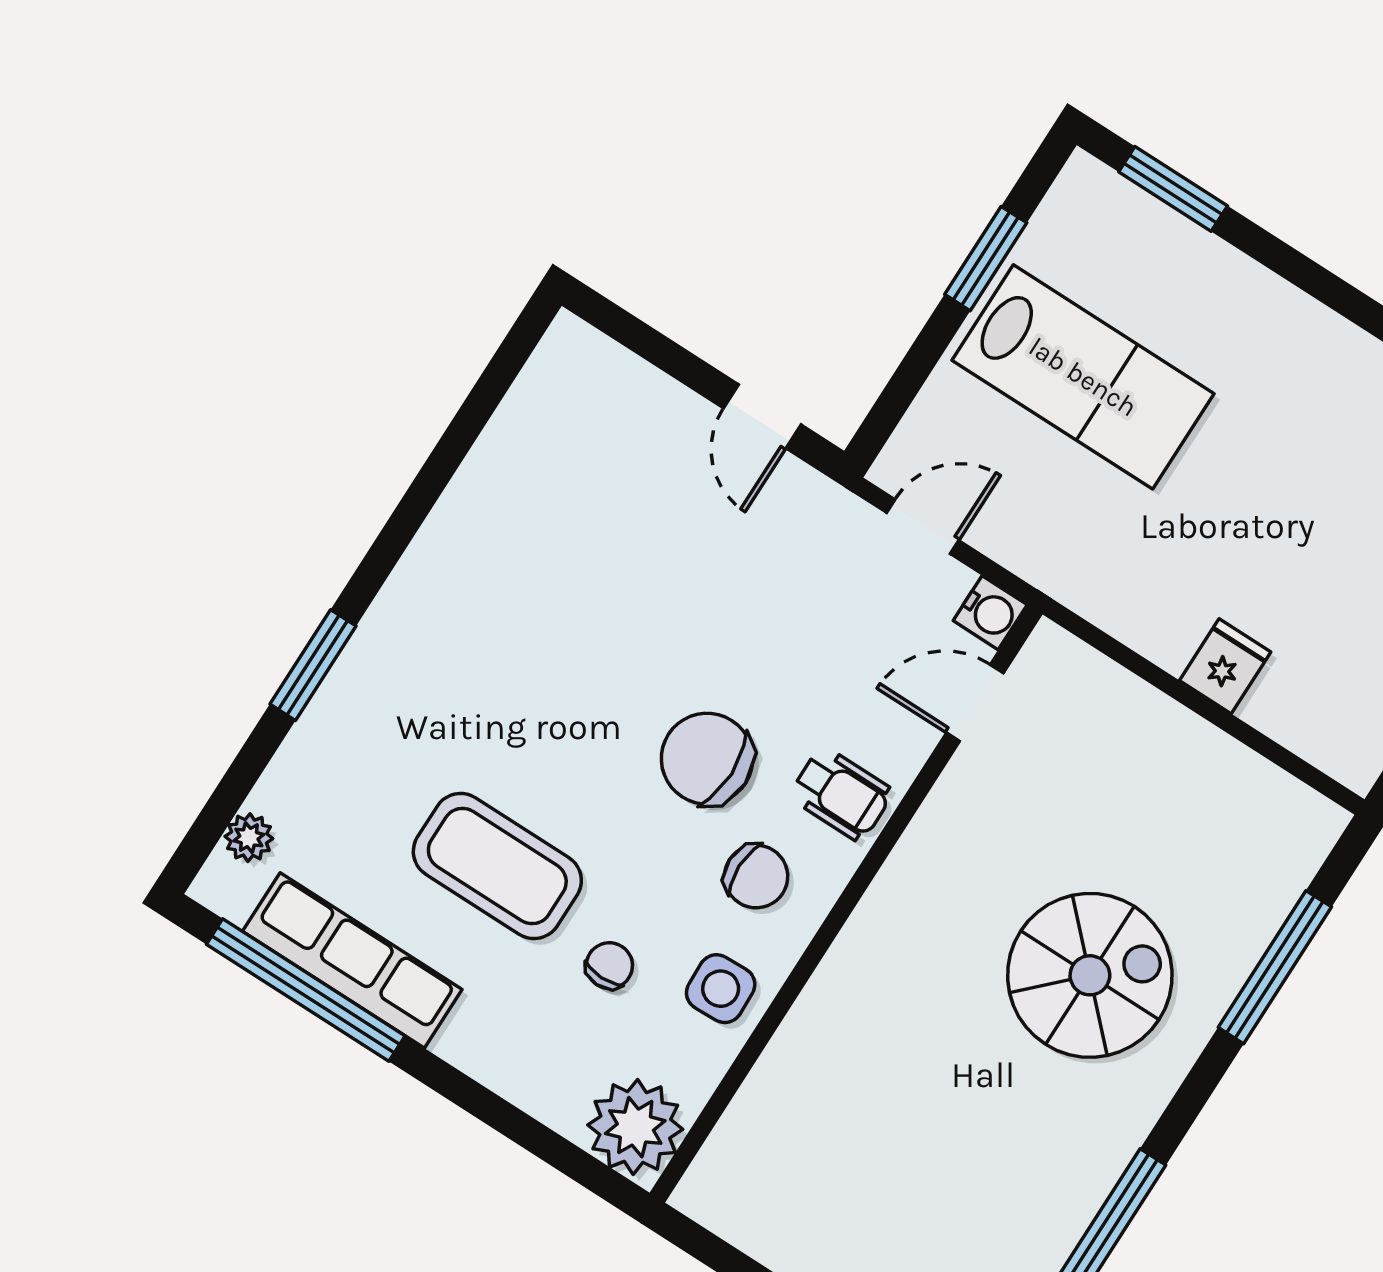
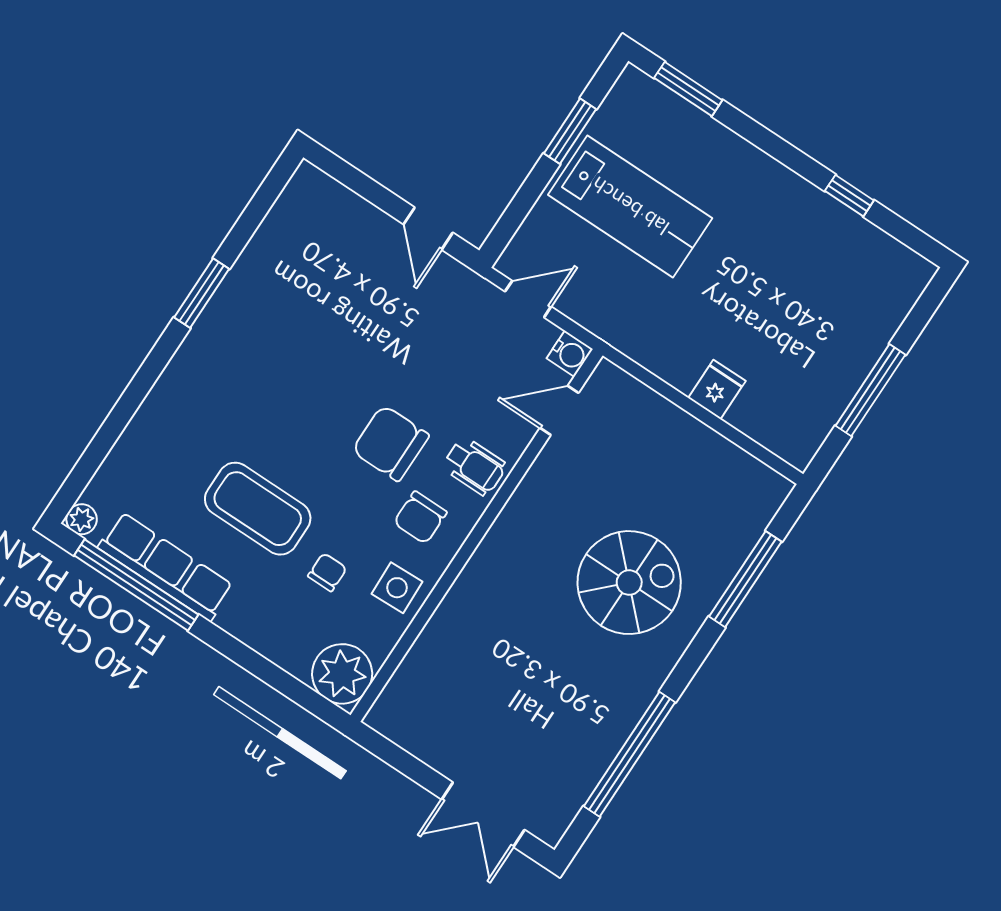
window: (313, 665) -> (202, 293), moved
plant: (249, 838) -> (82, 519), moved
chair: (756, 876) -> (420, 518), turned 90

